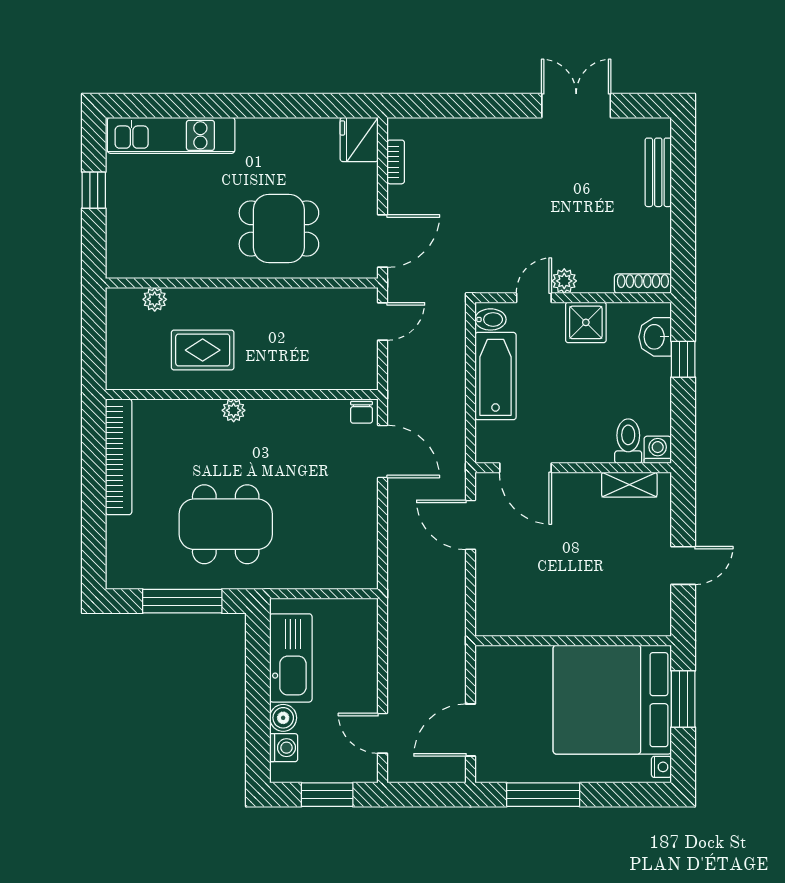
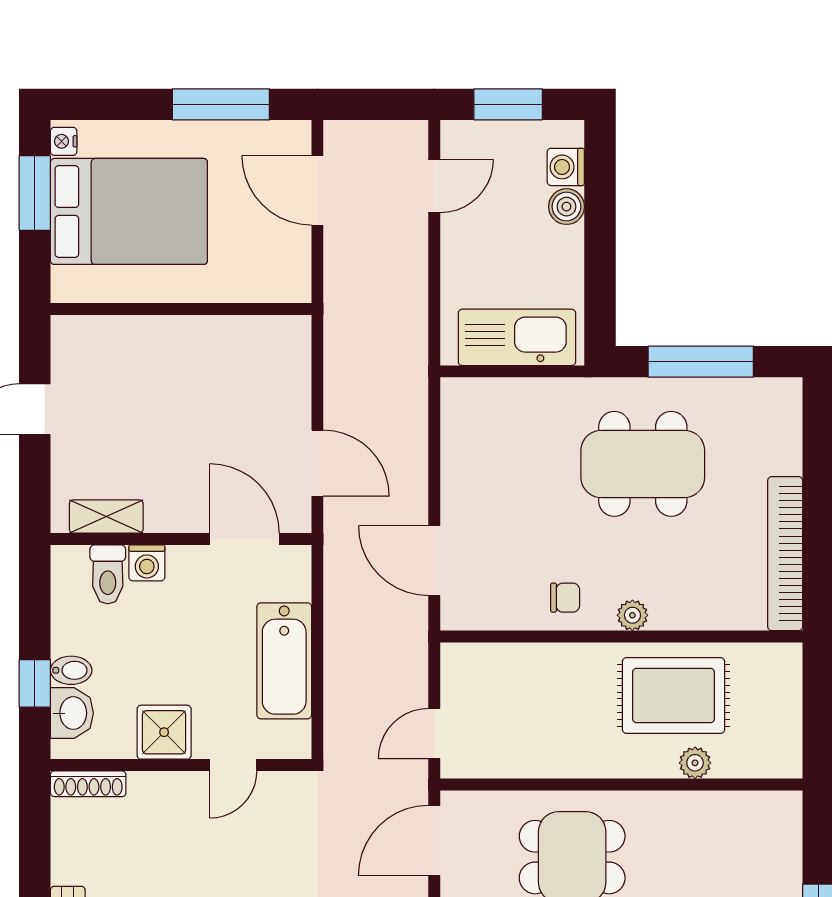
plant: (564, 281) -> (193, 787), removed
plant: (155, 299) -> (695, 763), moved
bidet: (491, 319) -> (71, 670), moved, turned 180
rug: (203, 350) -> (673, 696), width x1.36, depth x1.43
chair: (361, 412) -> (565, 598), moved, turned 90
washing machine: (658, 450) -> (147, 563), moved
kitchen sink: (291, 658) -> (517, 337), moved, turned 90
window: (683, 699) -> (35, 193), moved
bed: (612, 700) -> (129, 211), width x0.73
door: (471, 730) -> (317, 190), swing flipped
door: (383, 733) -> (434, 186), hinge flipped

